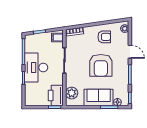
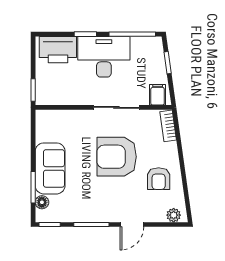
armchair: (101, 65) -> (117, 157), moved
plant: (72, 93) -> (58, 120), removed
printer: (56, 96) -> (58, 50), moved, turned 180

